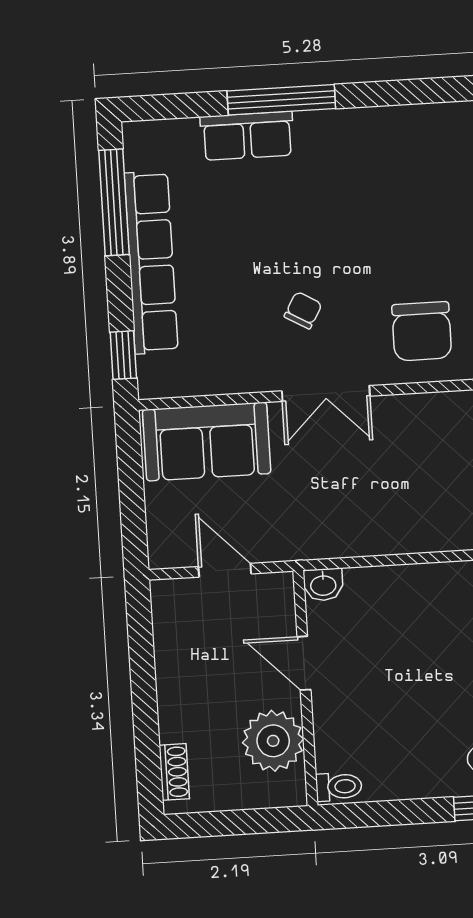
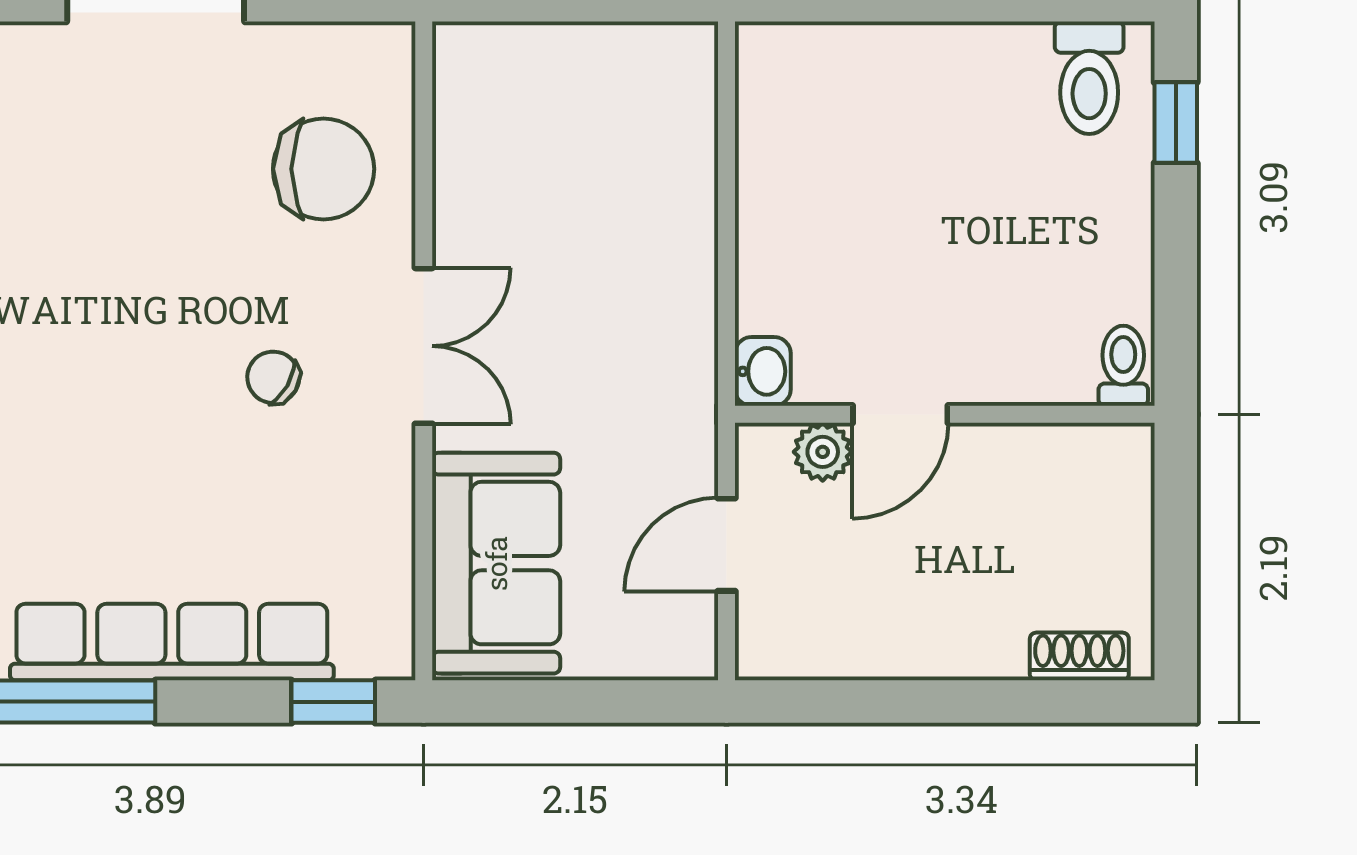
plant: (273, 741) -> (823, 452), moved, width x0.53, depth x0.53

